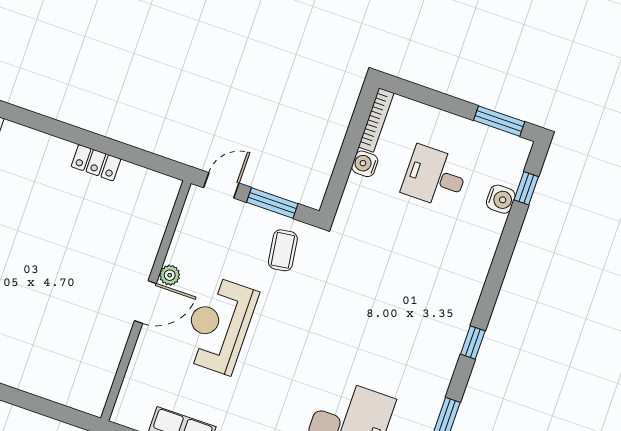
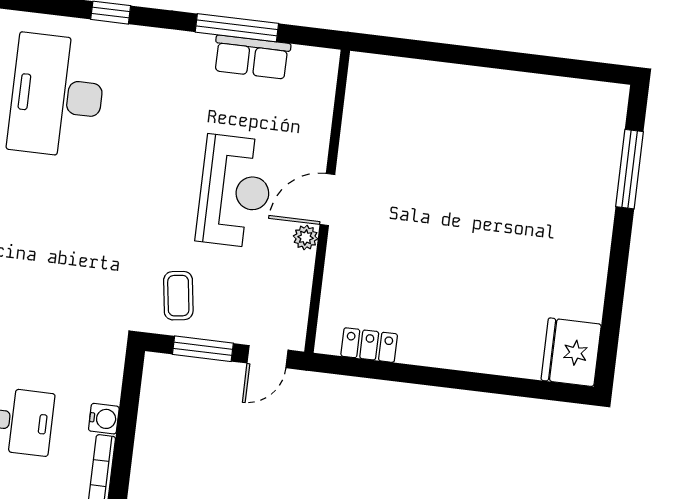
locker: (96, 163) -> (369, 345), moved

